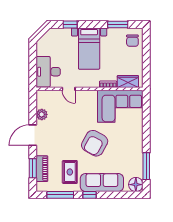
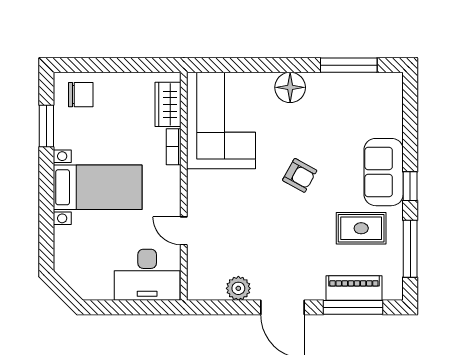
window: (70, 24) -> (46, 228), removed
door: (69, 89) -> (184, 231), swing flipped
armchair: (95, 143) -> (300, 175), width x0.53, depth x0.53
window: (33, 168) -> (353, 307), width x1.44
sofa: (102, 183) -> (384, 172), width x0.73
floor lamp: (136, 185) -> (290, 87), moved

